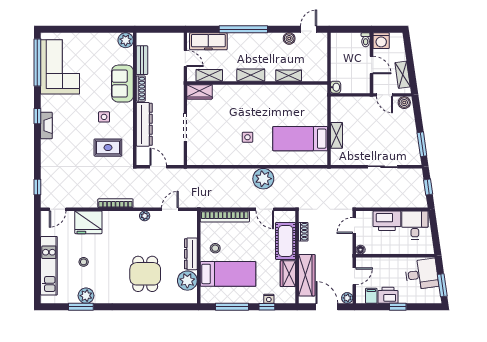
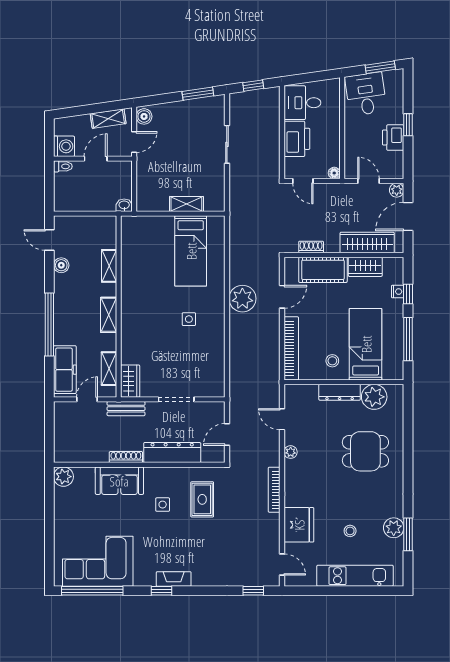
bench: (142, 60) -> (126, 409), moved
filing cabinet: (371, 296) -> (394, 159), removed

